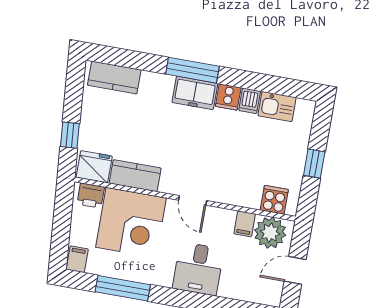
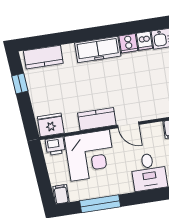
window: (192, 70) -> (97, 33), removed
freezer: (195, 93) -> (98, 49), width x1.40
window: (70, 135) -> (20, 83), moved
kitchen counter: (135, 176) -> (97, 119), moved

